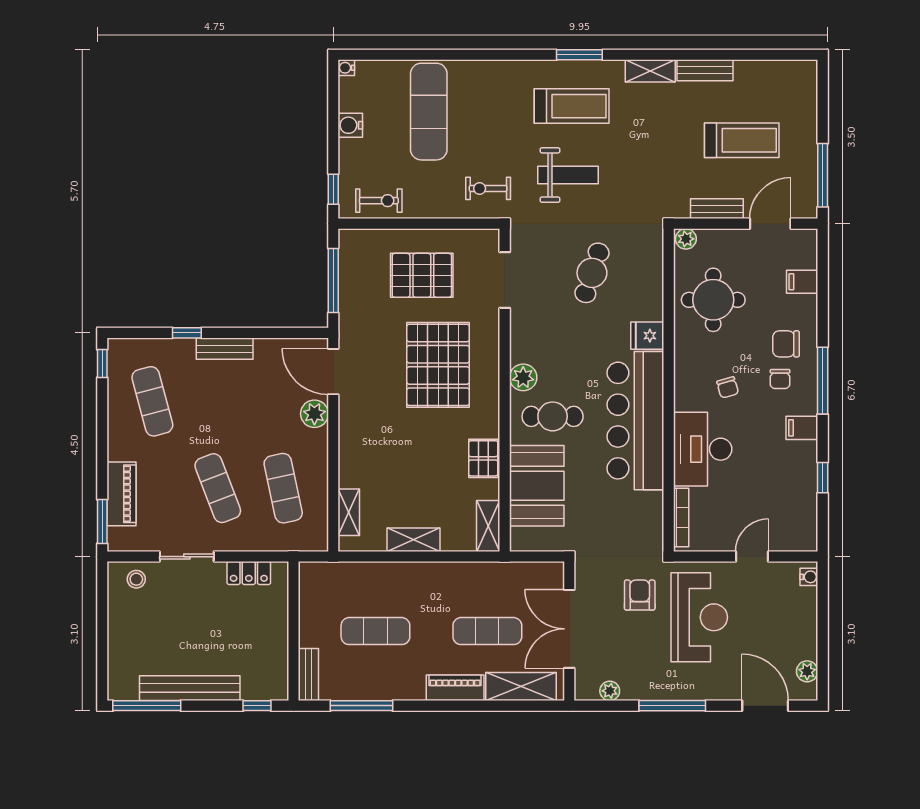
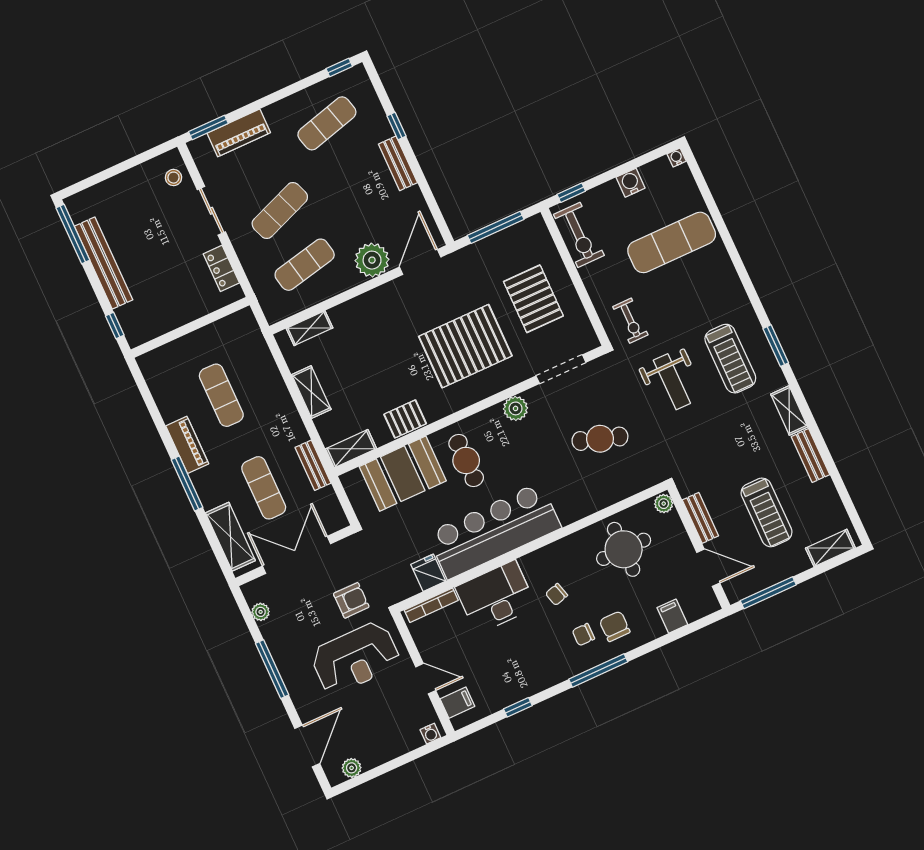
shelving: (806, 93) -> (830, 548), added
exercise bike: (488, 188) -> (630, 321), turned 180
exercise bike: (379, 201) -> (579, 235), width x1.38, depth x1.39
fridge: (647, 336) -> (428, 573), moved
plant: (523, 377) -> (516, 408), moved
plant: (314, 414) -> (372, 260), width x1.36, depth x1.36
filing cabinet: (802, 428) -> (457, 703), moved, turned 90
bench: (308, 675) -> (313, 465), moved, turned 90
piano: (455, 688) -> (187, 445), moved
window: (361, 706) -> (187, 484), moved

